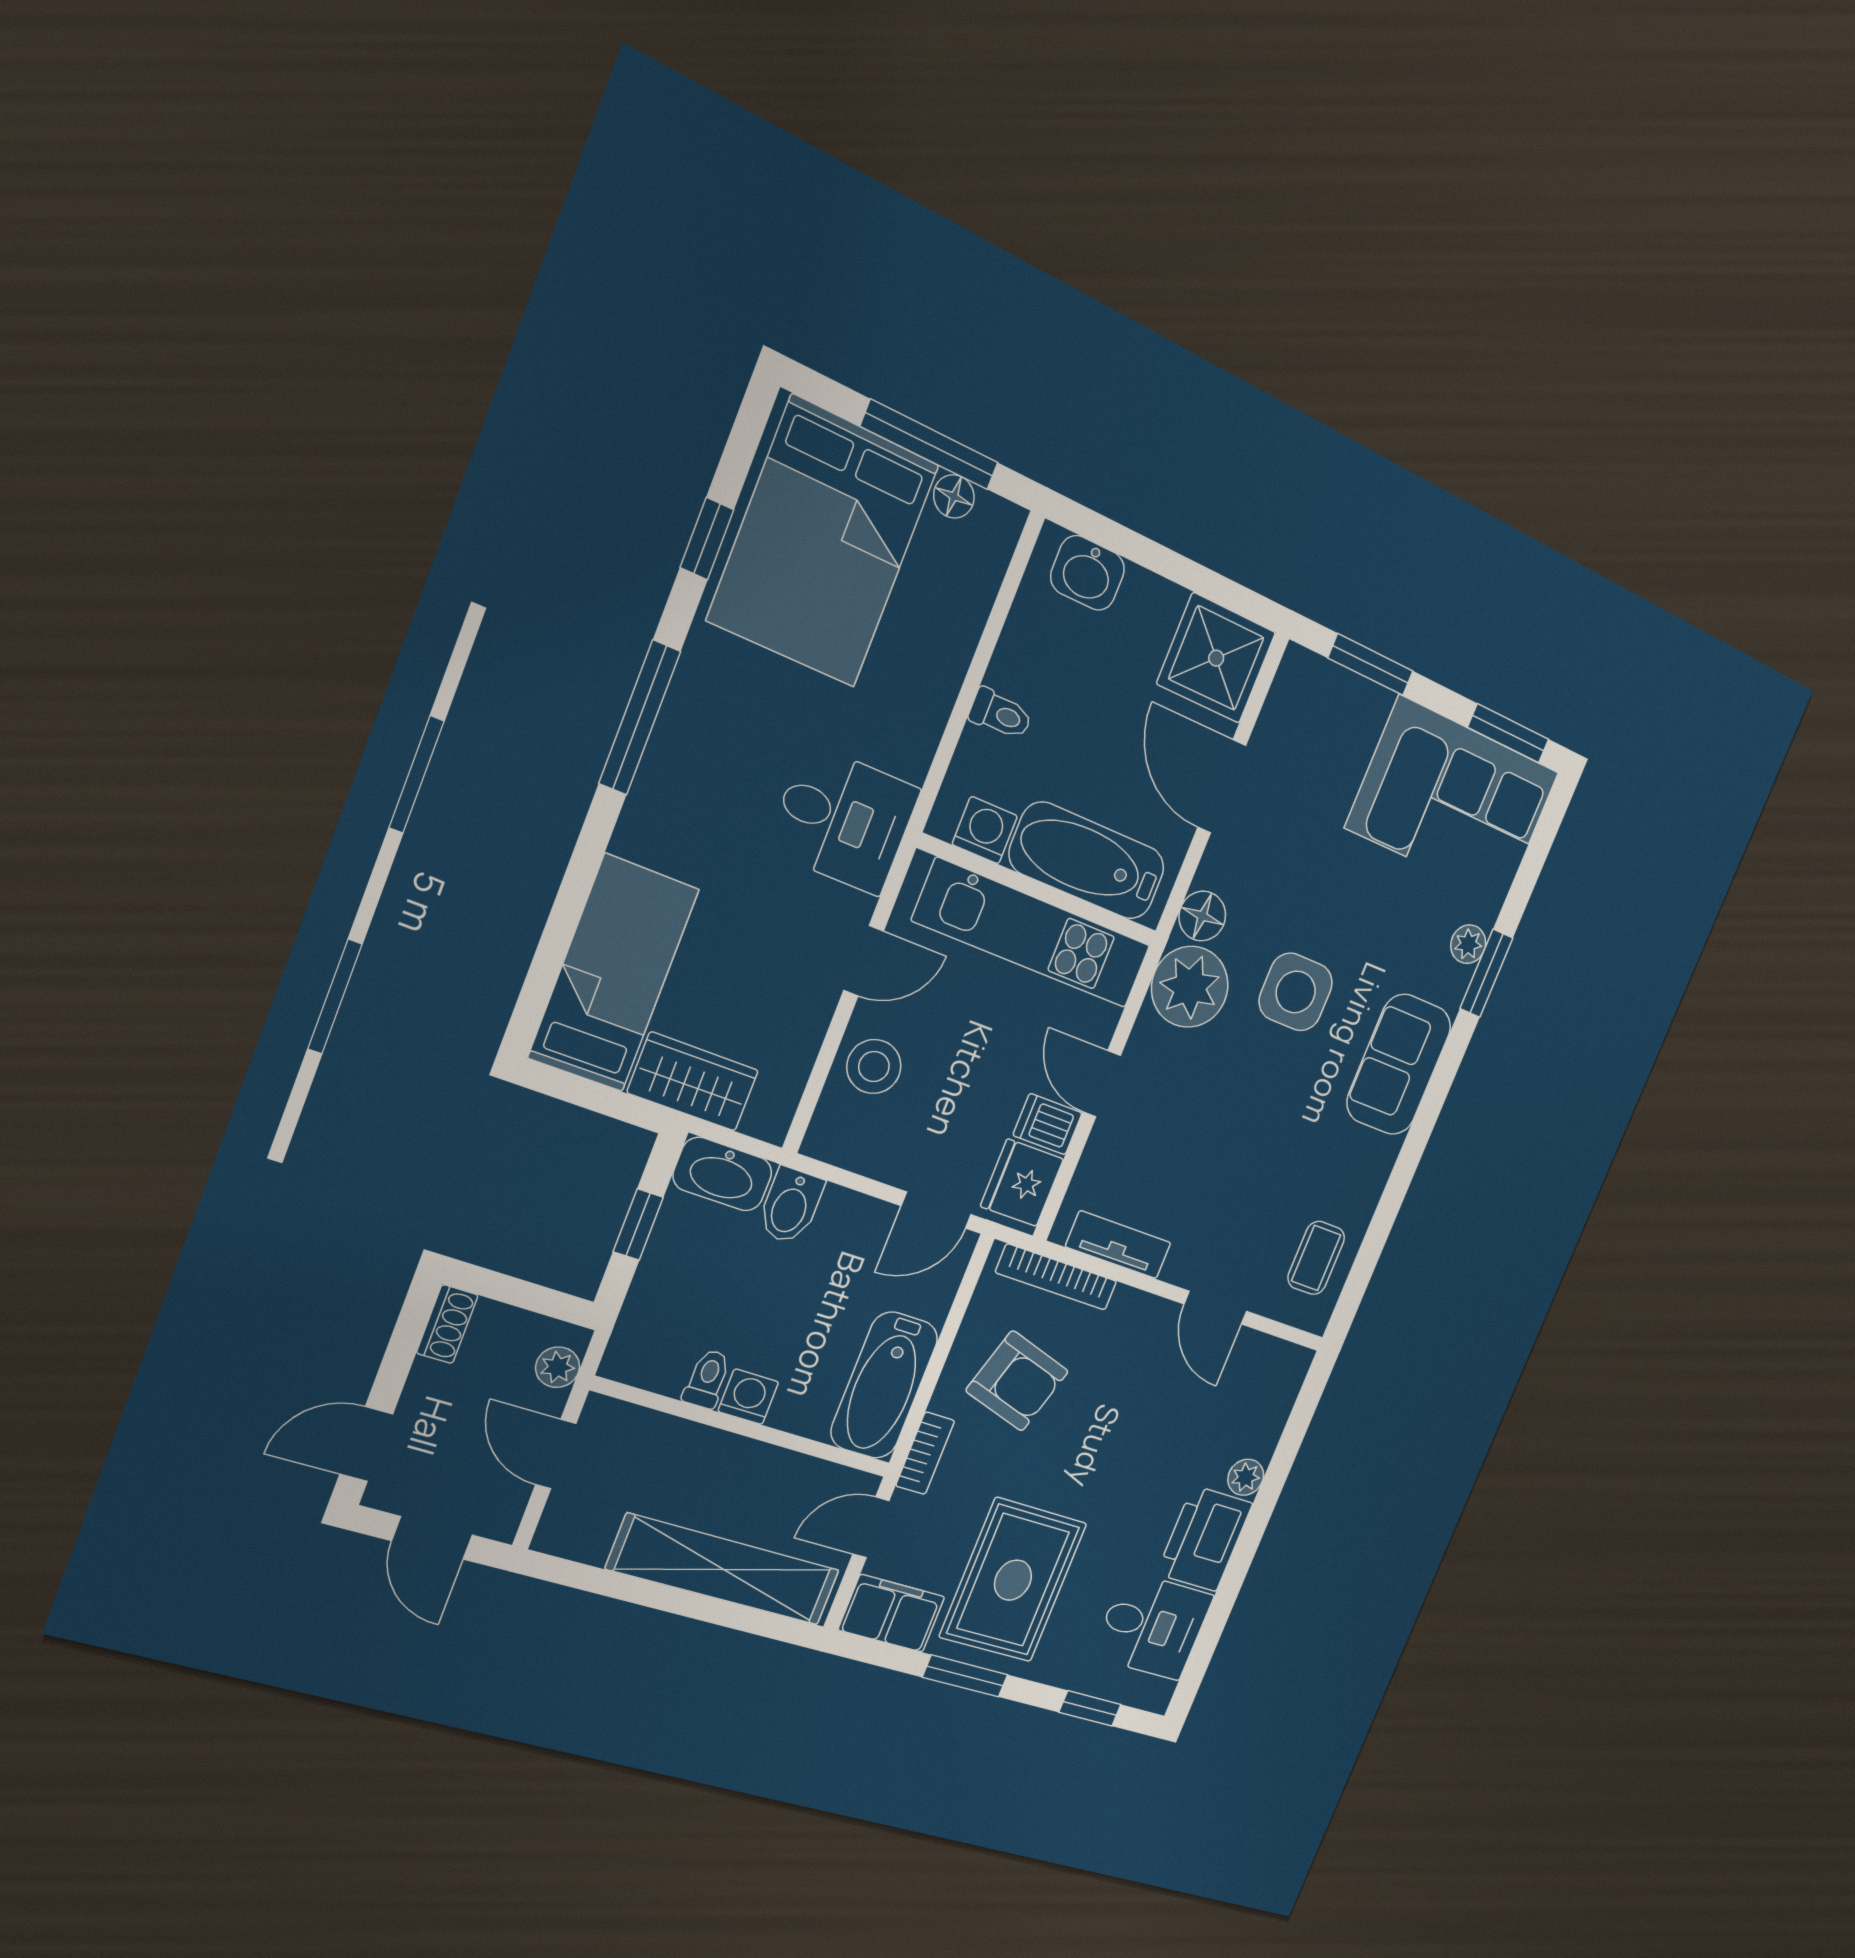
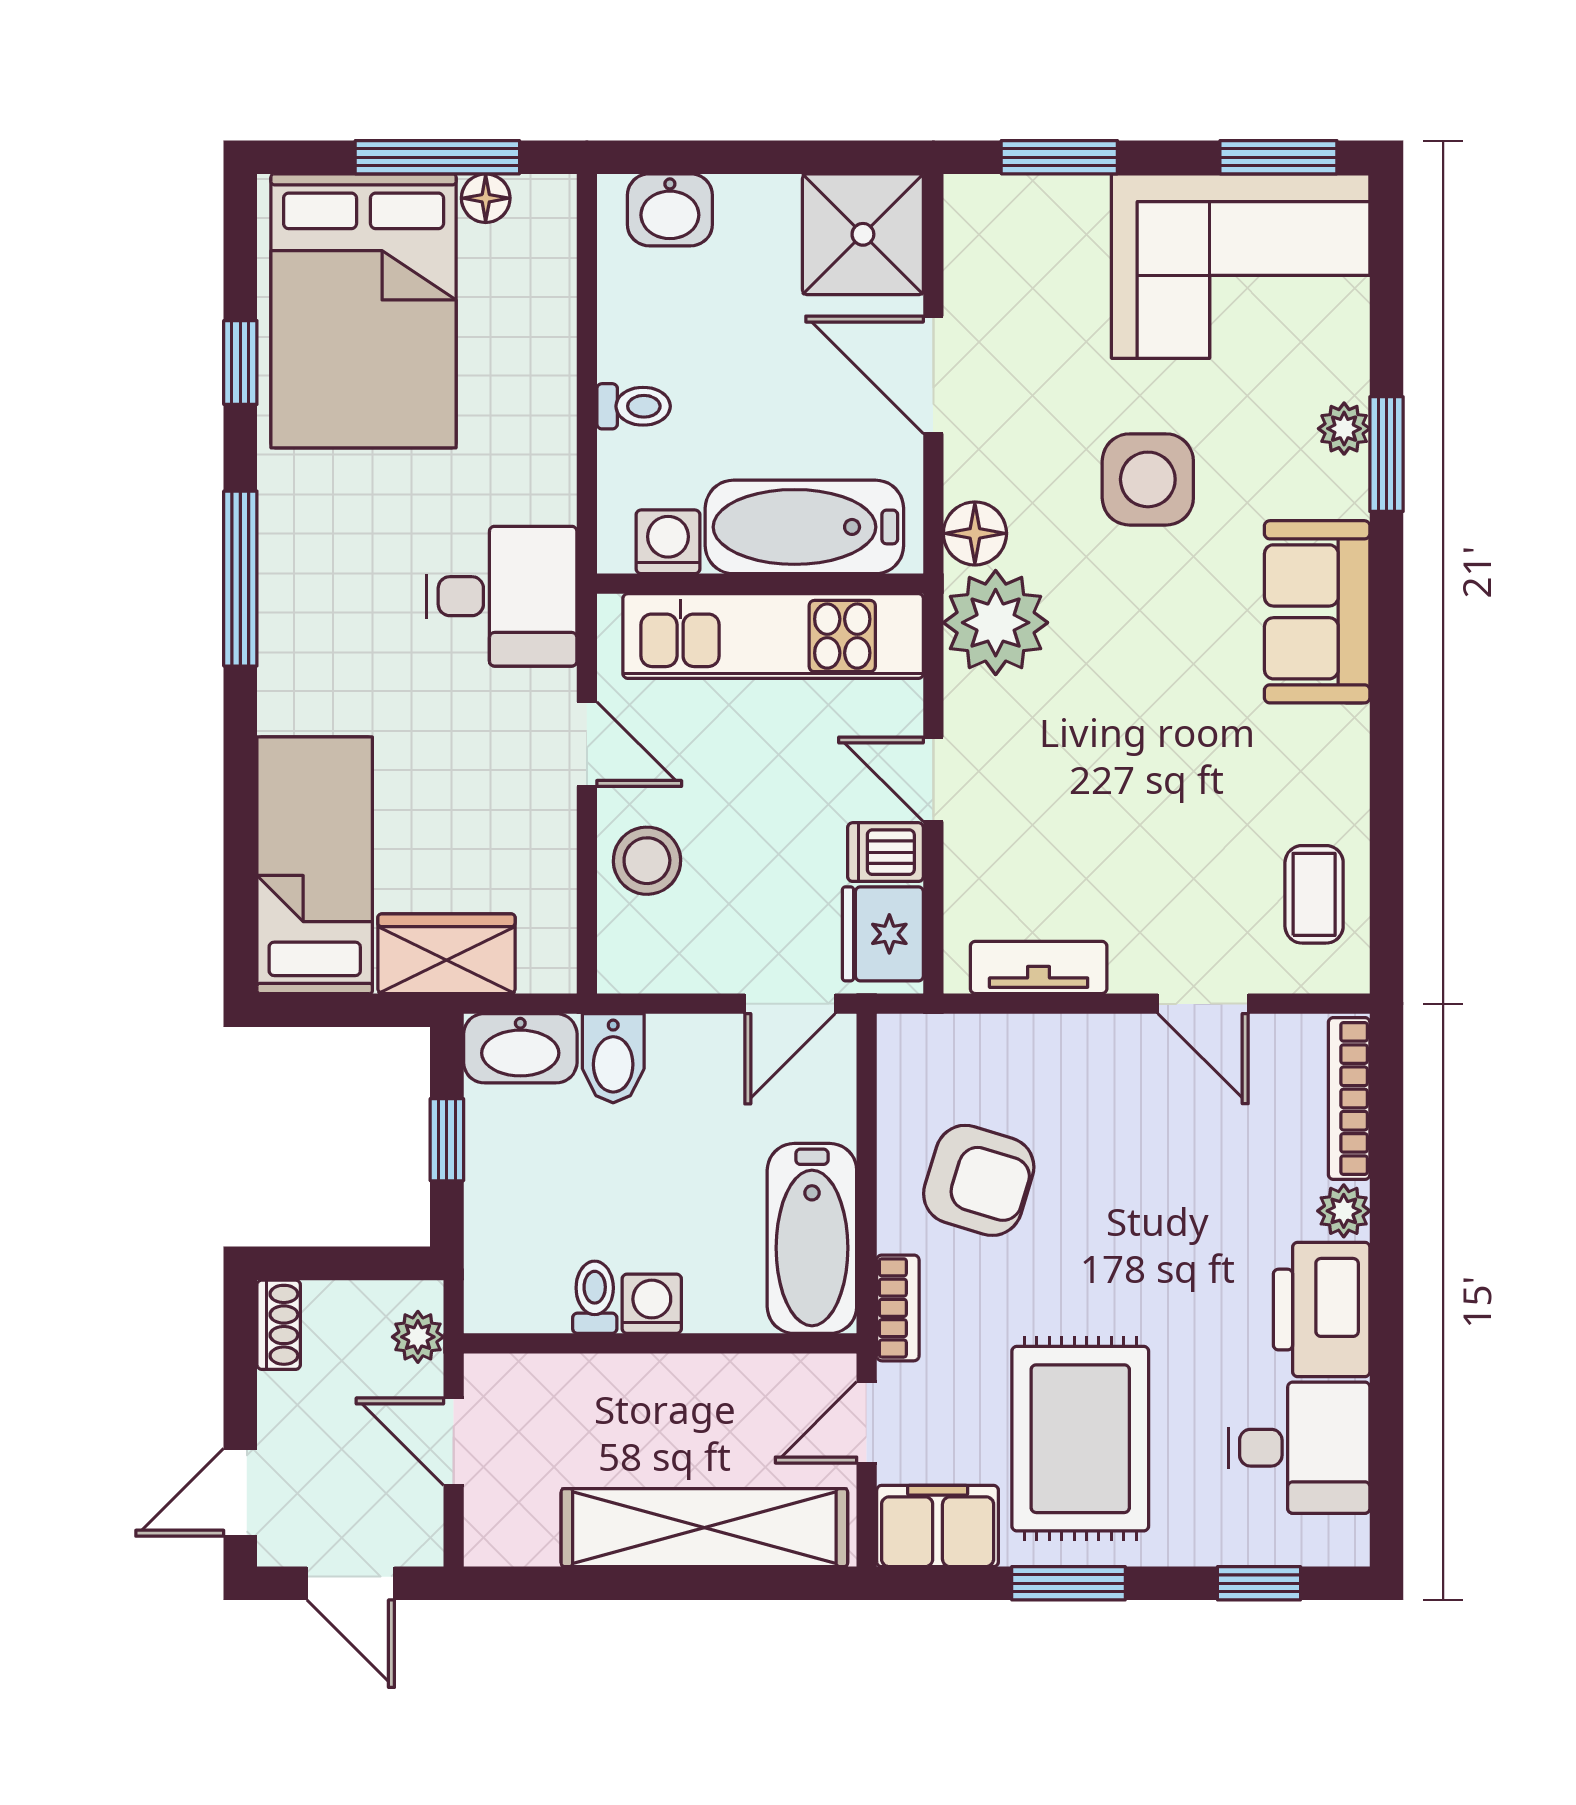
door: (864, 961) -> (587, 744), hinge flipped
side table: (1296, 992) -> (1148, 479), moved
bookcase: (1056, 1277) -> (1349, 1098), moved, turned 90

